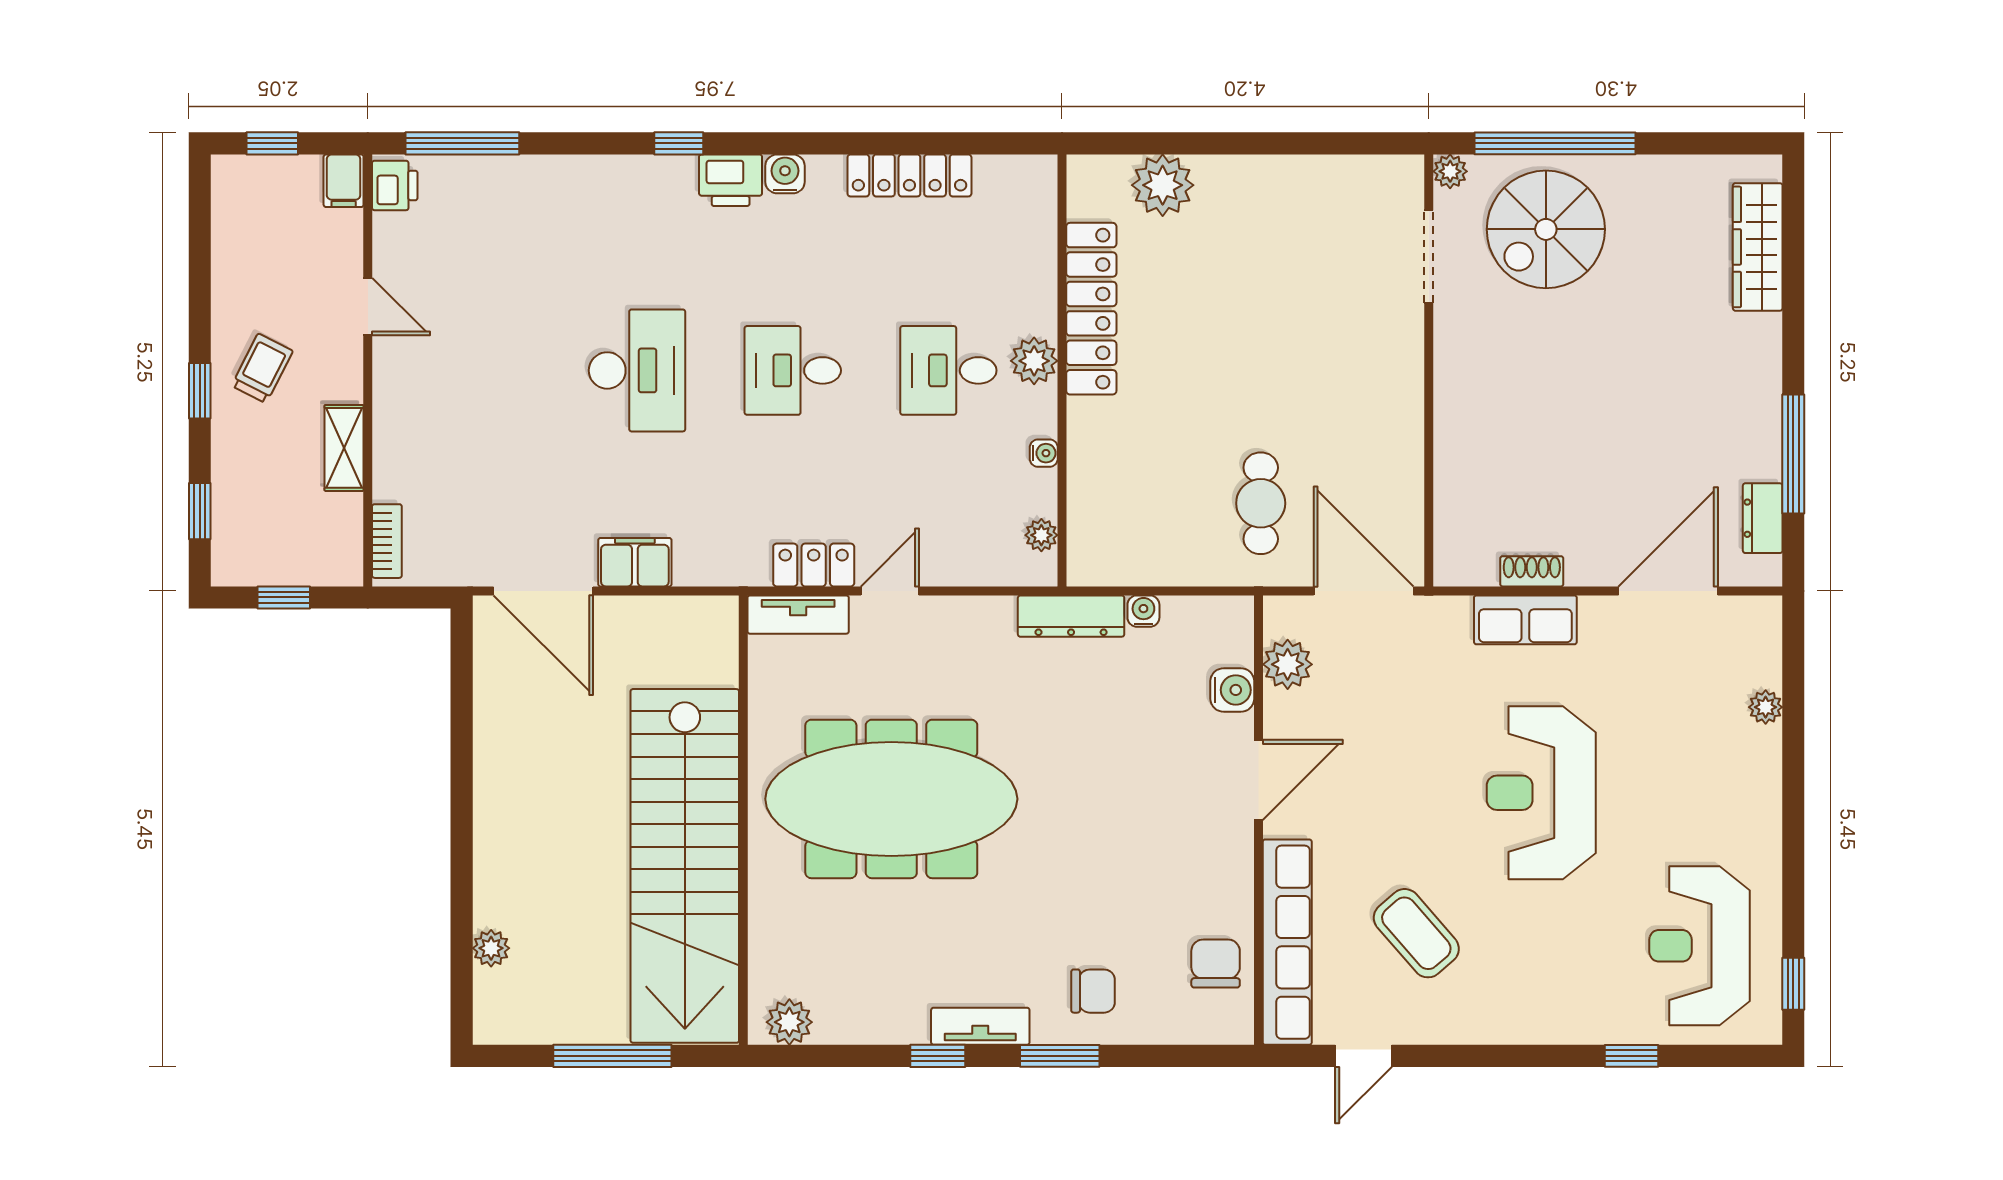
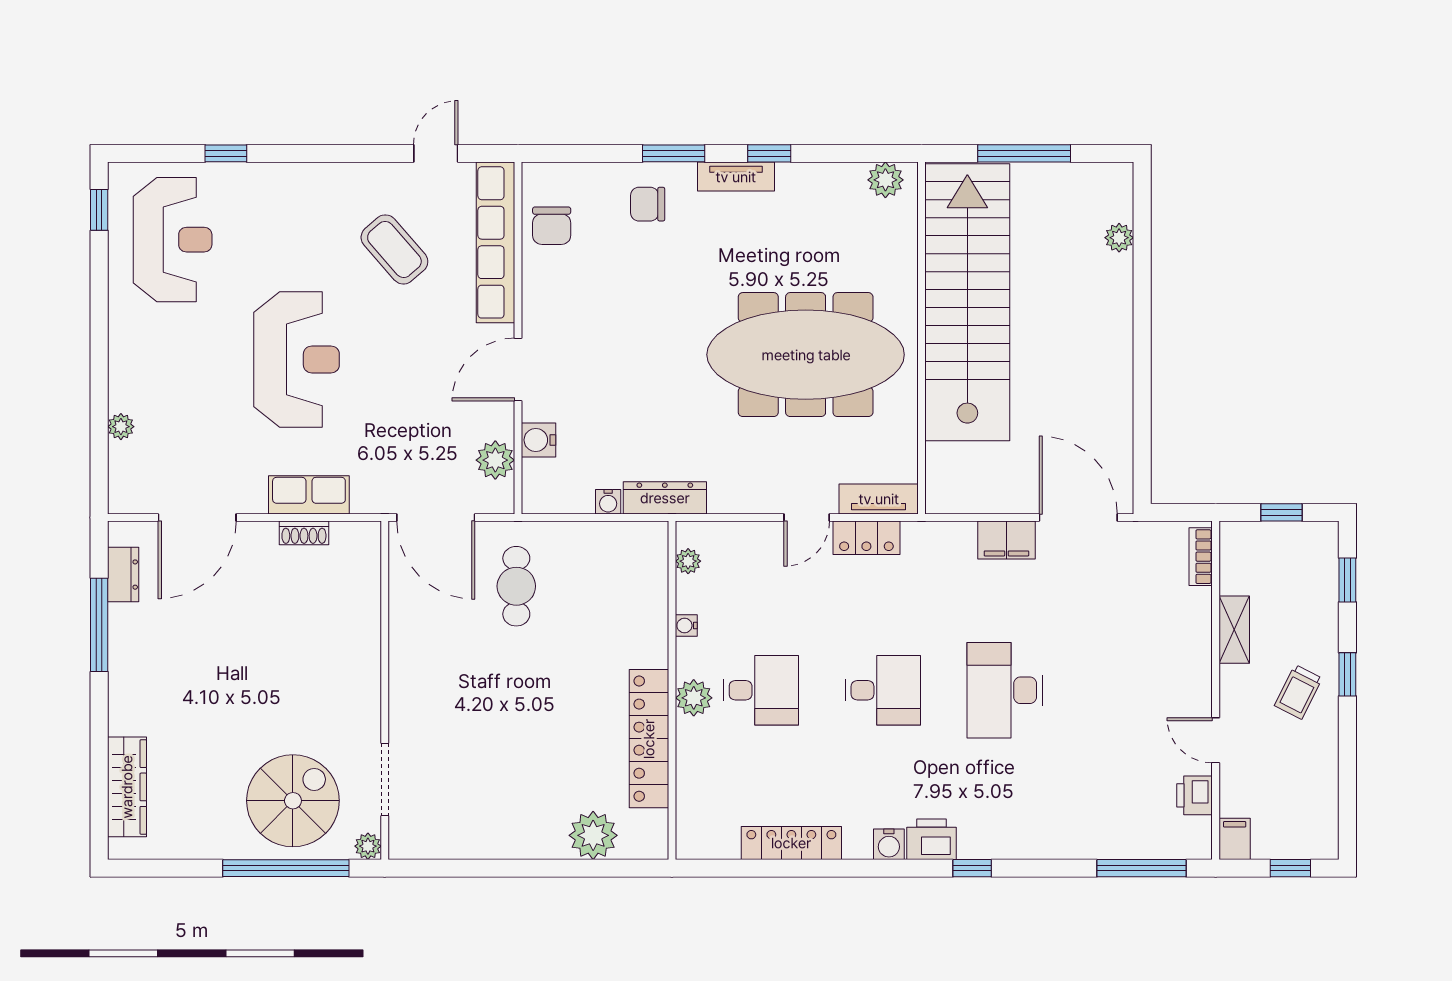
printer: (395, 185) -> (1194, 795), moved

